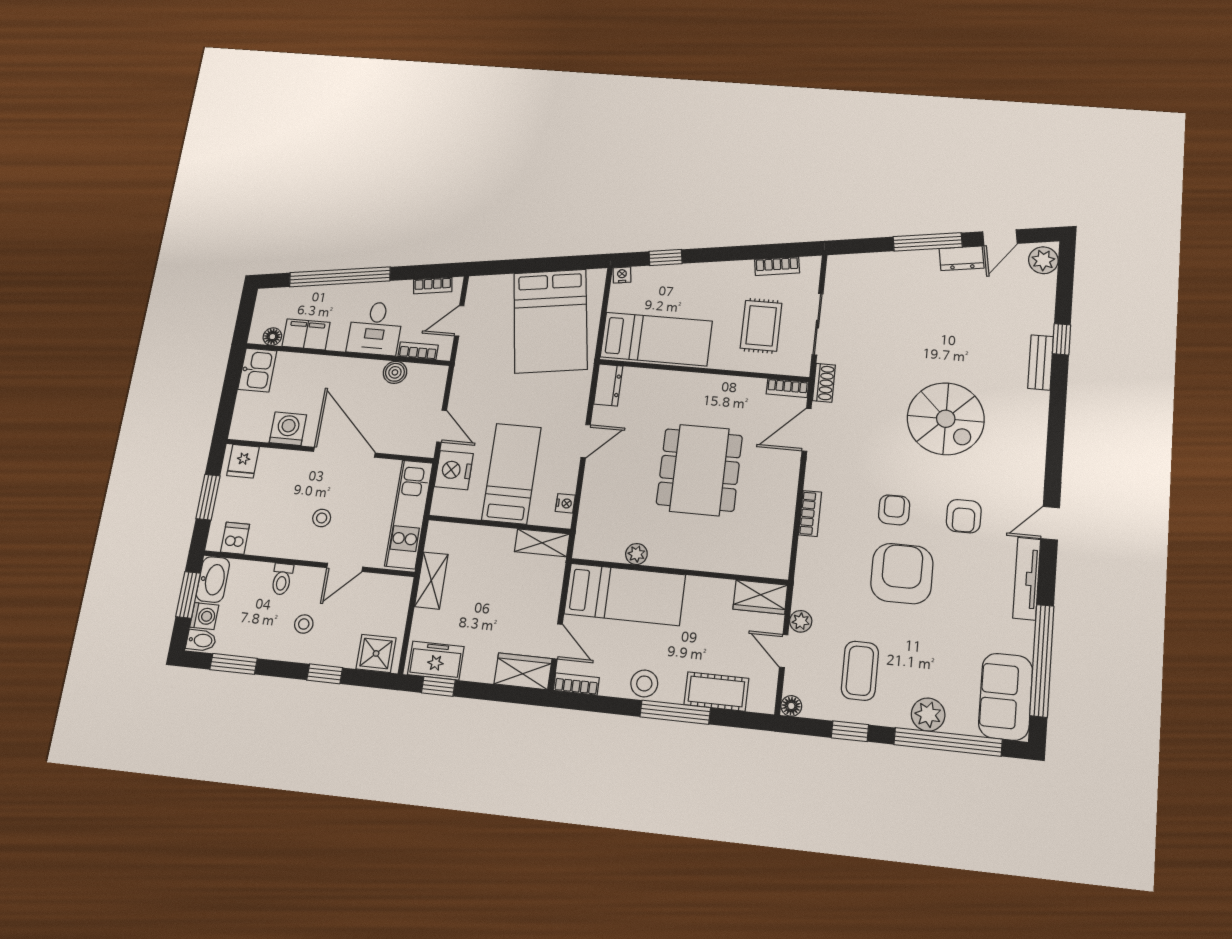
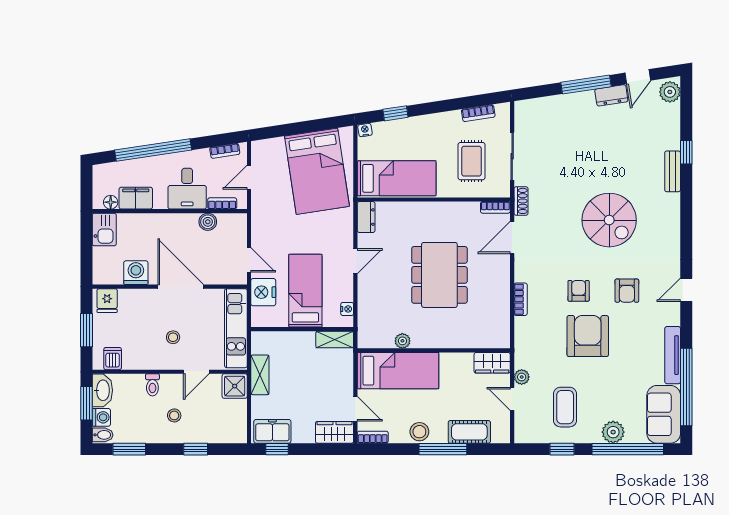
tv unit: (1027, 579) -> (673, 355), moved
shower: (376, 653) -> (235, 386), moved
floor lamp: (791, 706) -> (521, 436), removed

